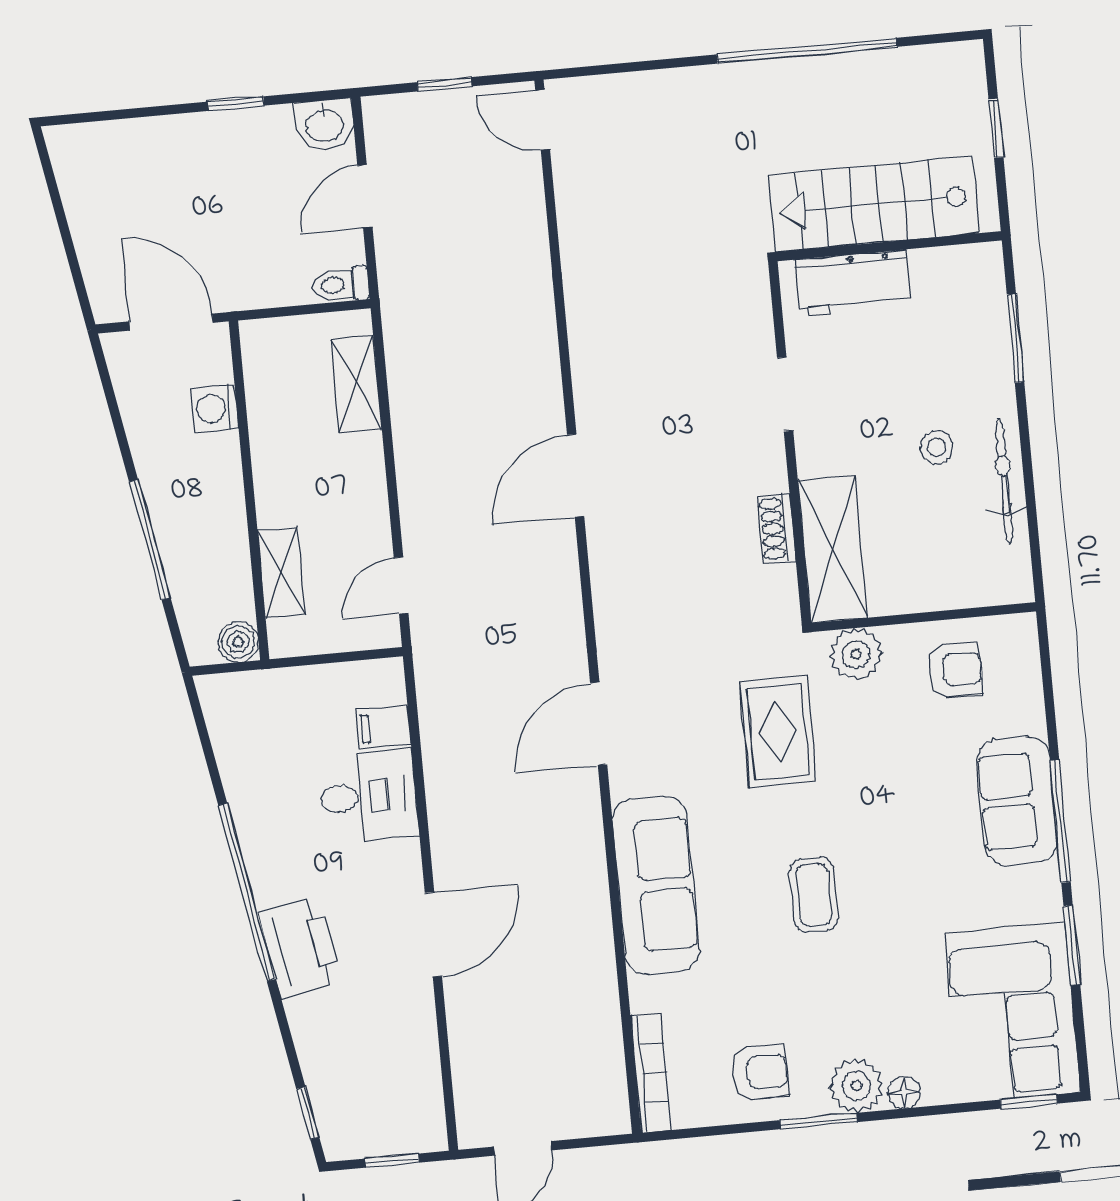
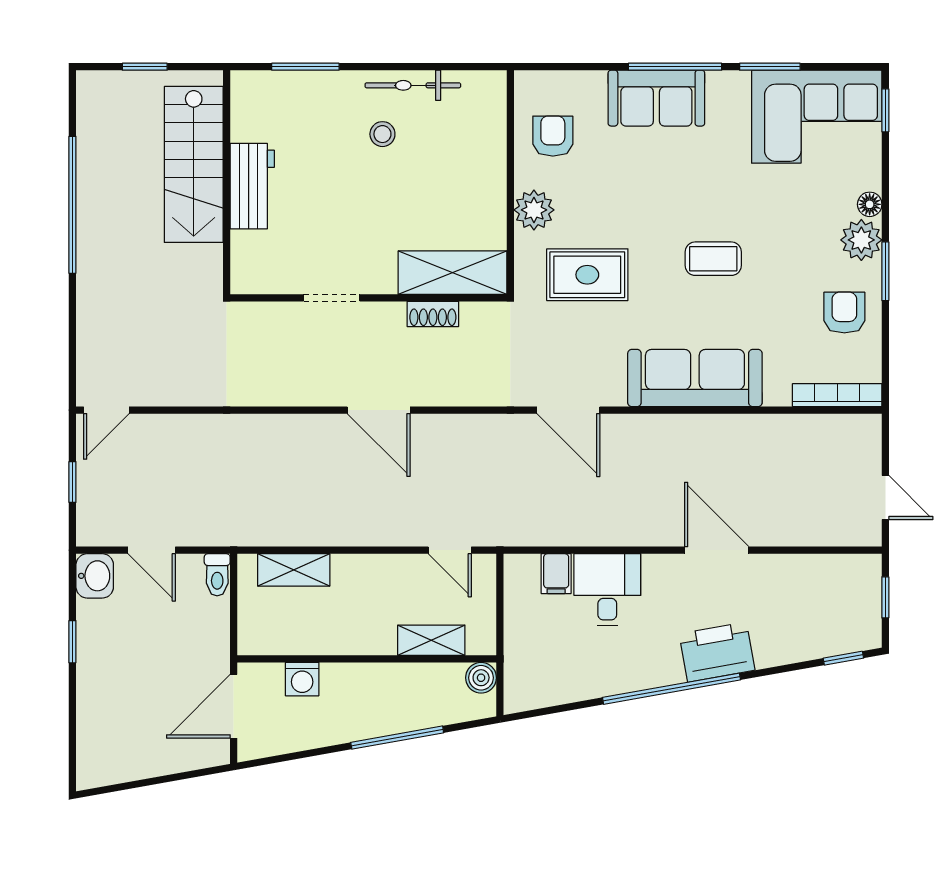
doorway: (785, 394) -> (332, 298), moved
wall: (790, 442) -> (369, 298), moved
shoe rack: (776, 529) -> (433, 314), moved
shelving: (833, 549) -> (453, 273), moved

